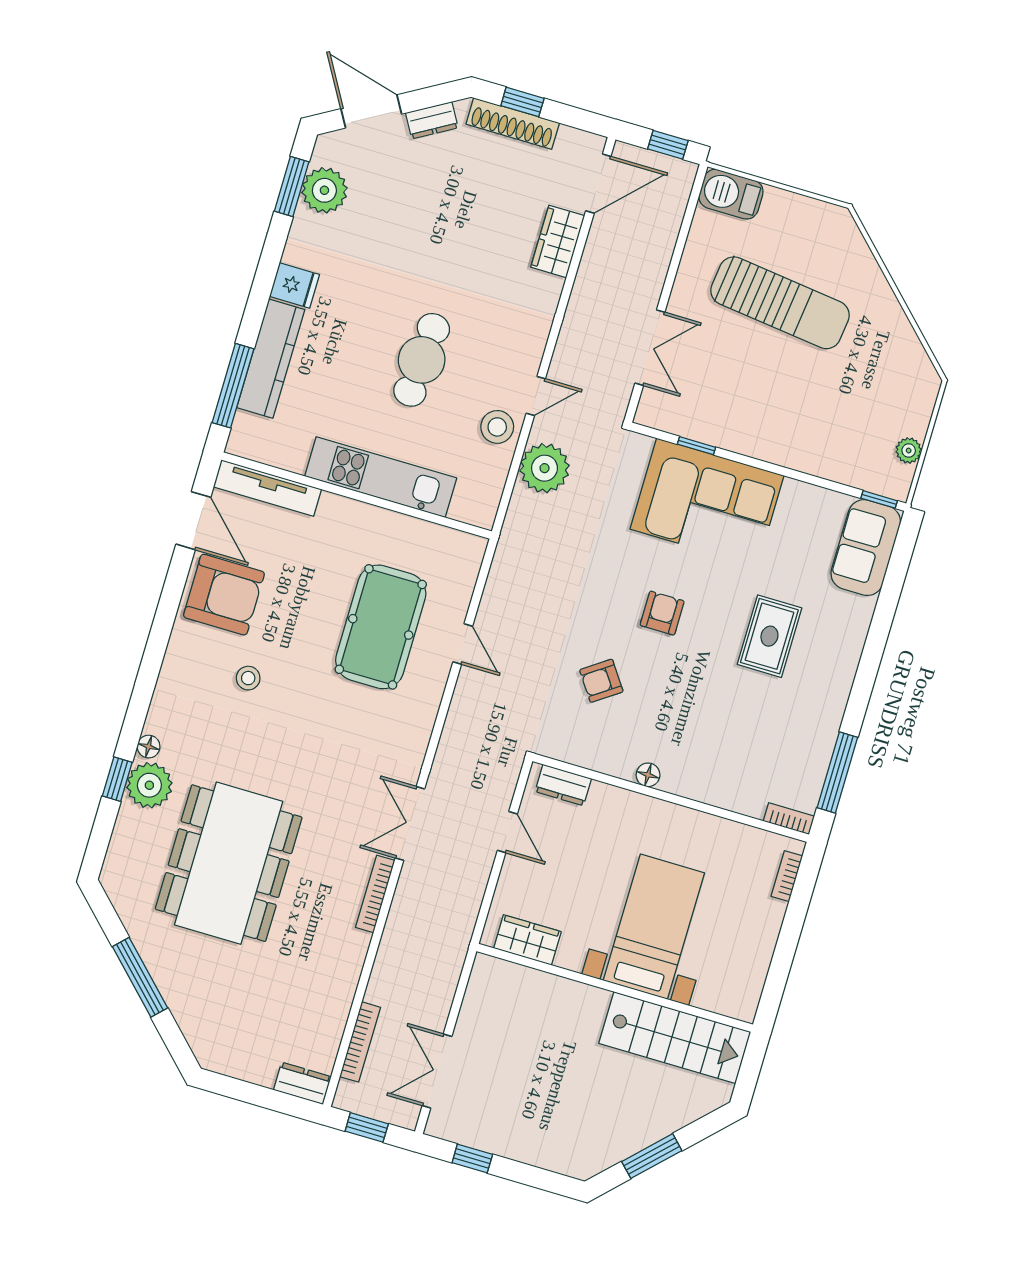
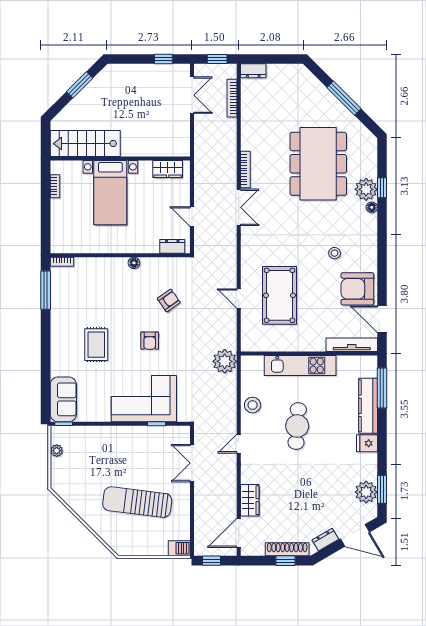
barbecue: (731, 194) -> (179, 548), width x0.73, depth x0.79
door: (536, 396) -> (239, 444), moved
plant: (545, 468) -> (225, 361), moved
bookcase: (787, 876) -> (55, 186), moved

